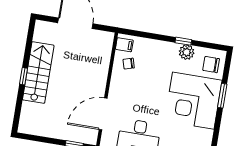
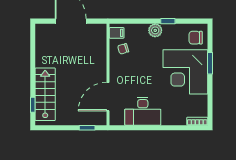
plant: (187, 52) -> (155, 30), moved
stairs: (38, 73) -> (45, 94), moved
window: (24, 76) -> (33, 105), moved

